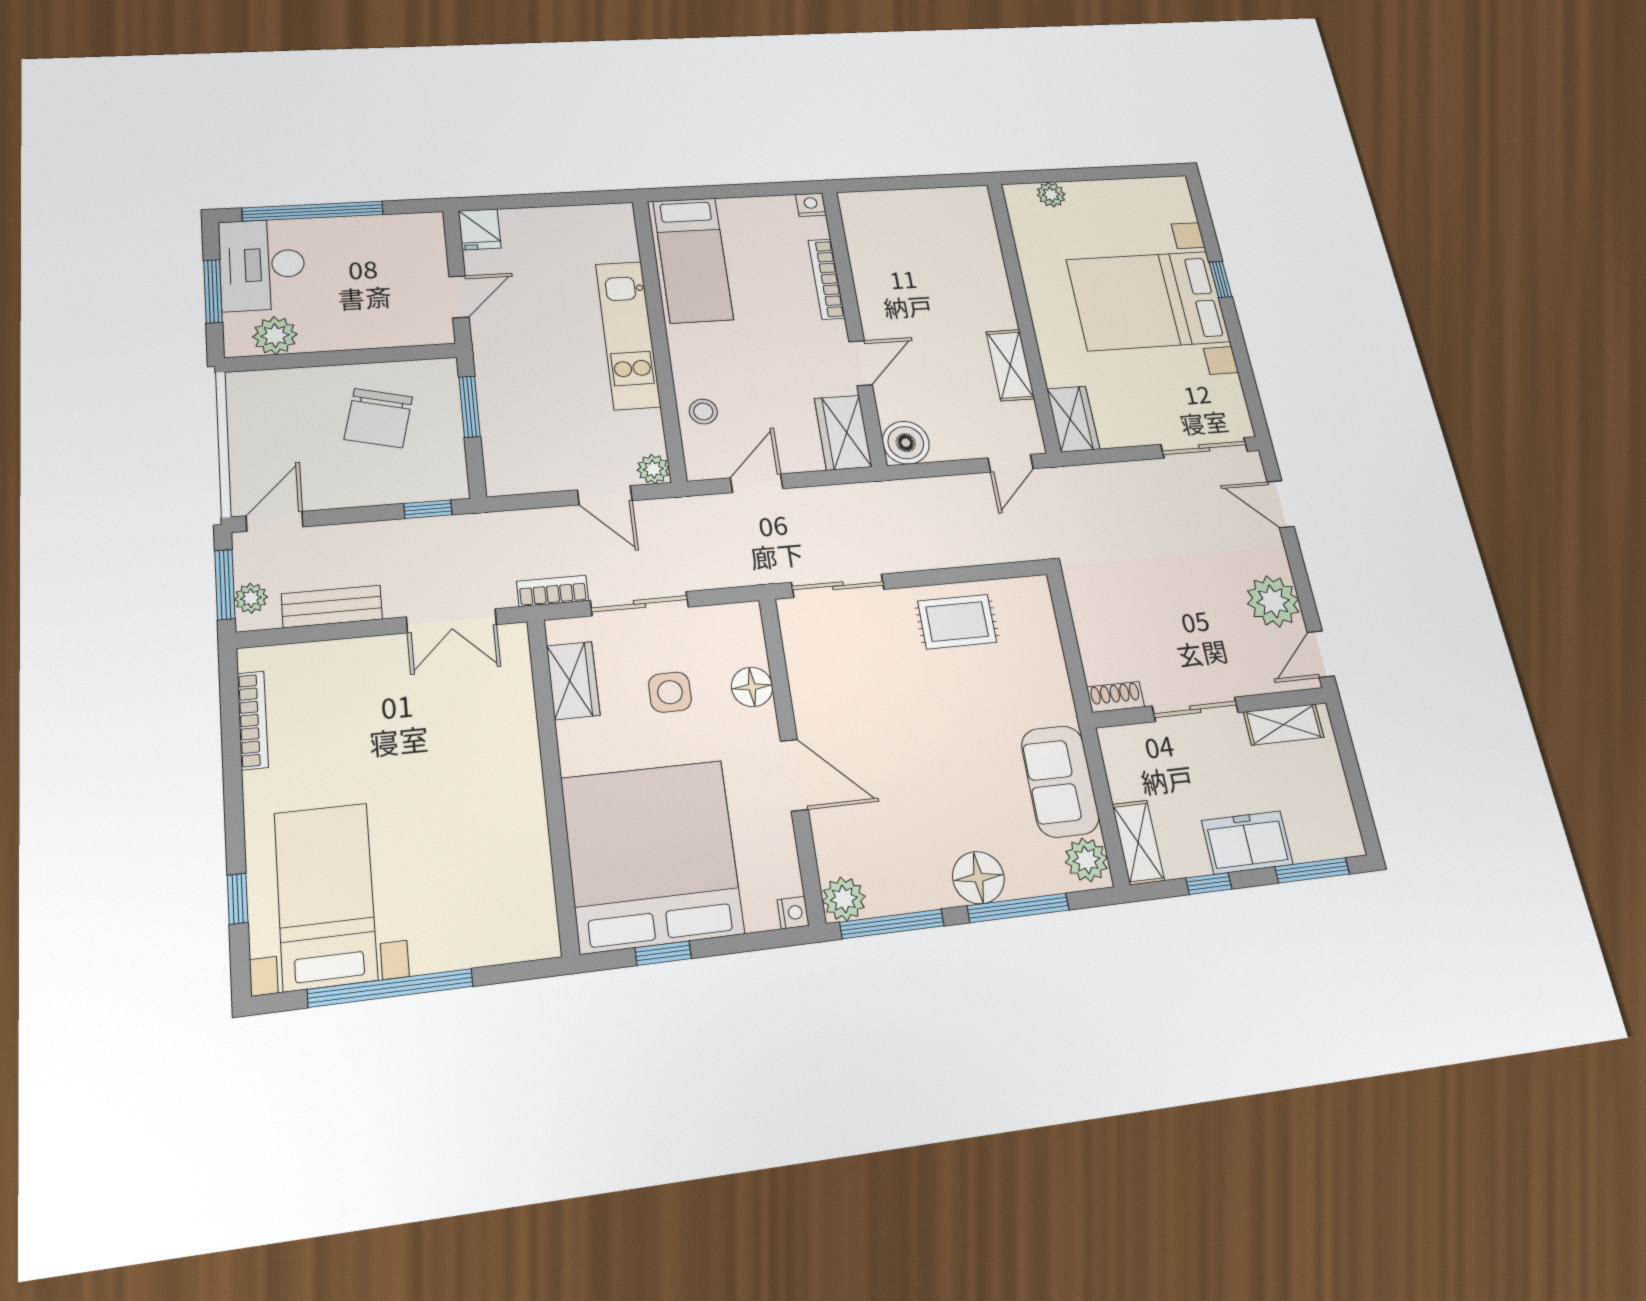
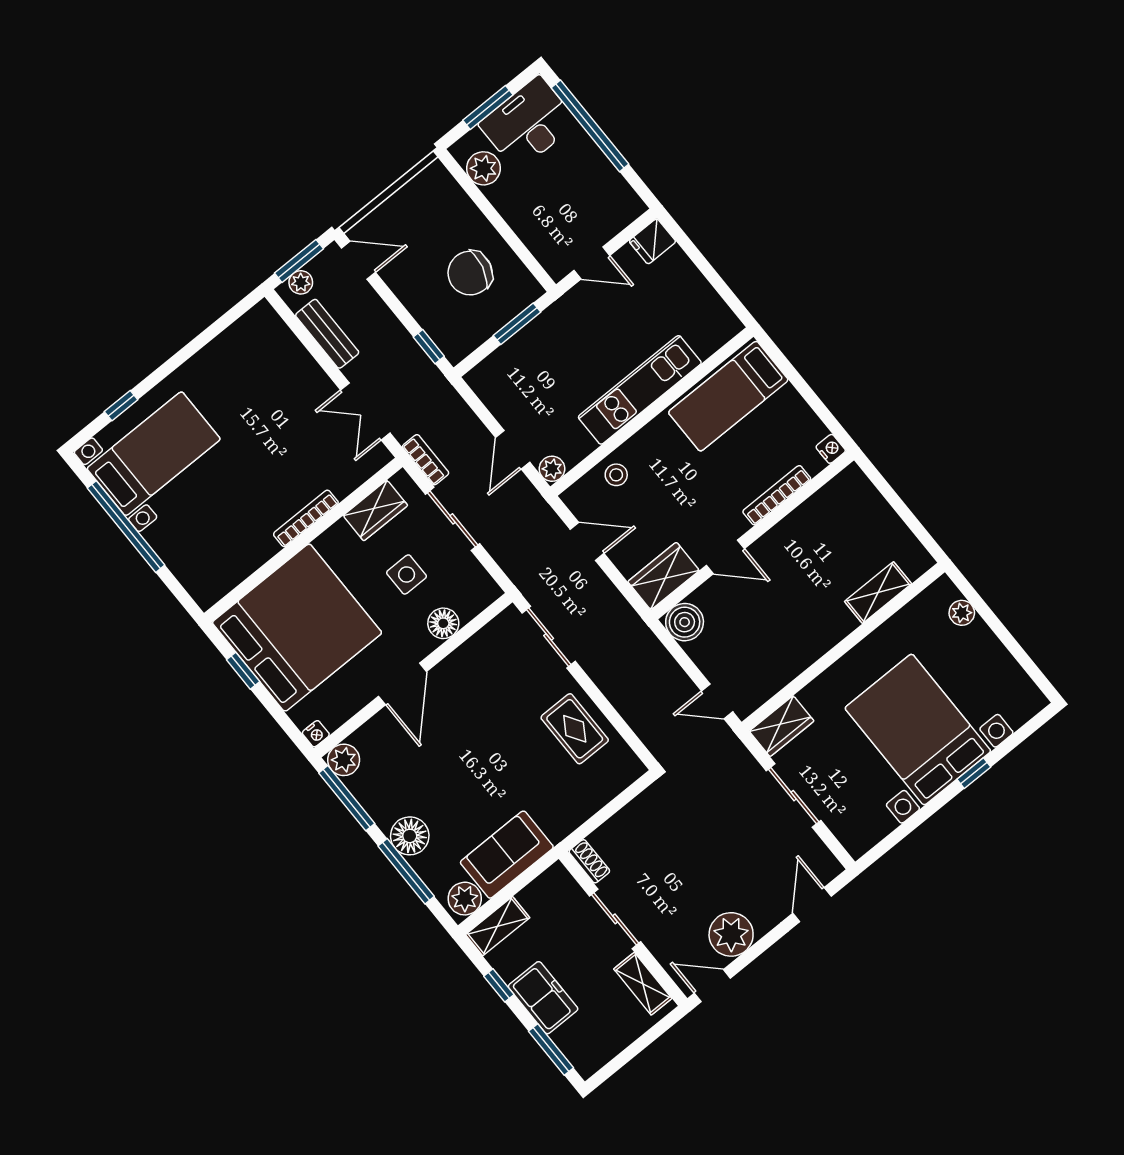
shelving: (1010, 365) -> (878, 593), moved
sliding door: (1204, 448) -> (794, 796), moved
bookcase: (253, 720) -> (306, 518), moved, turned 180

